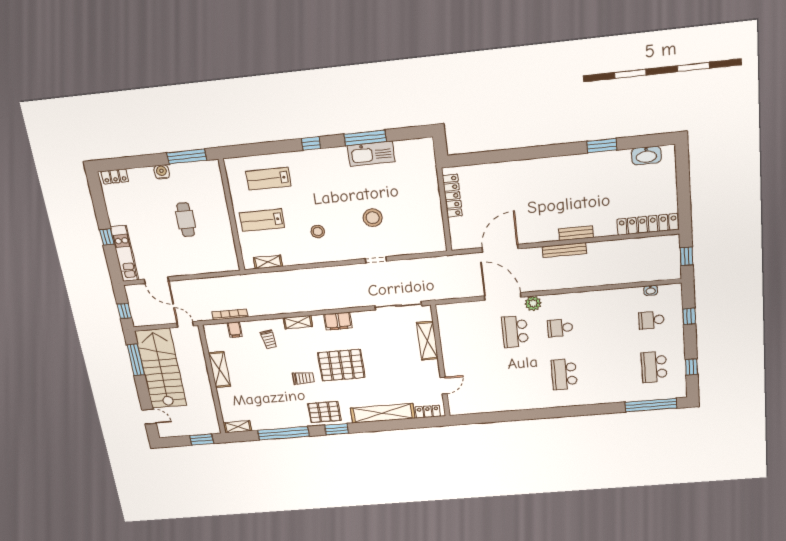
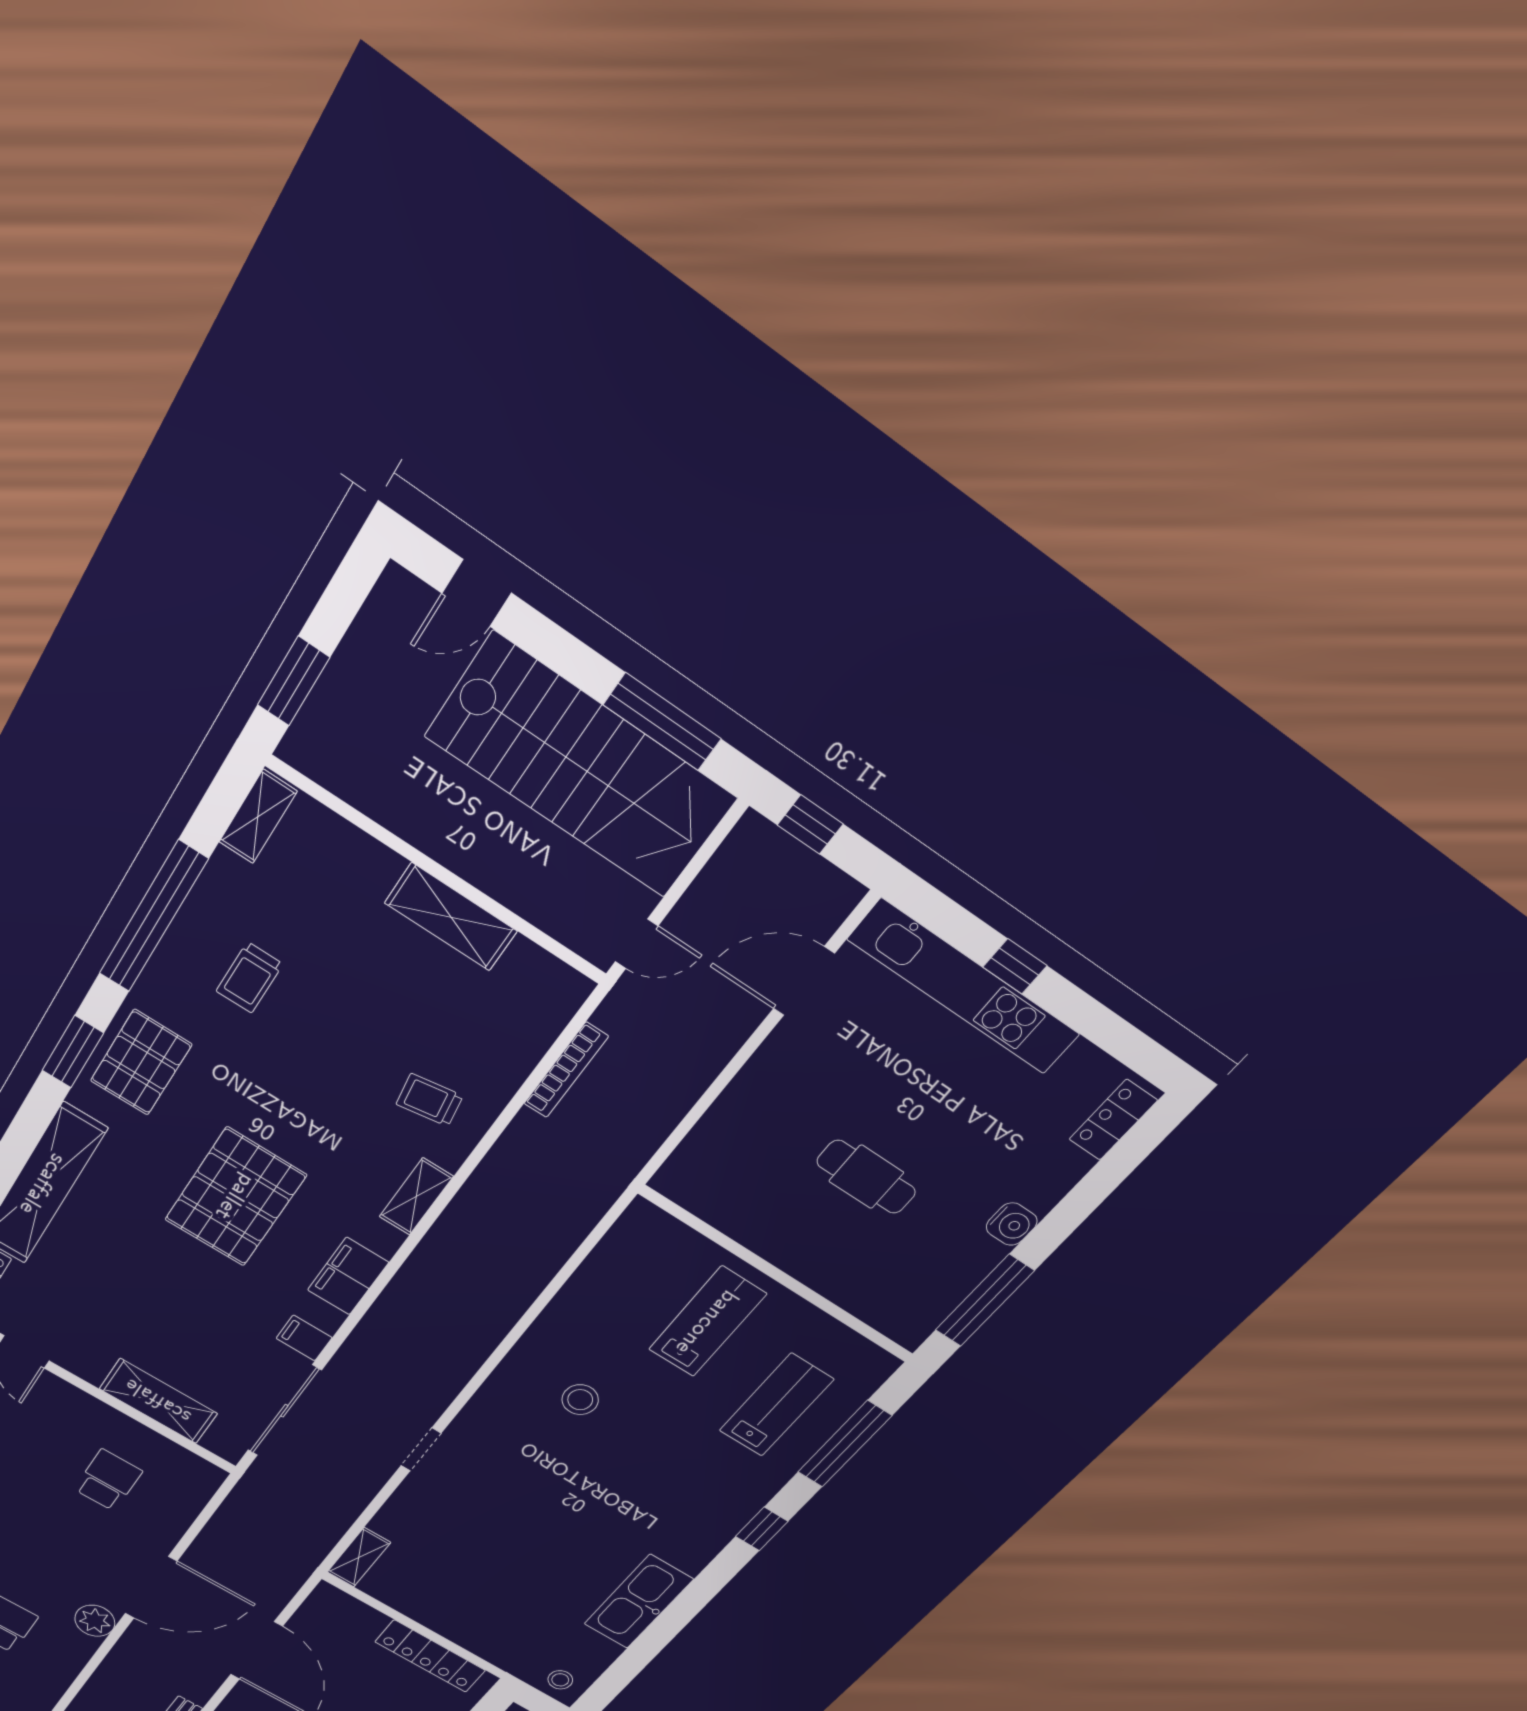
window: (365, 138) -> (845, 1444), moved
stool: (373, 218) -> (560, 1680), moved, width x0.53, depth x0.53
kitchen unit: (125, 253) -> (964, 987), width x1.36
shelving: (268, 262) -> (359, 1557), moved
filing cabinet: (235, 330) -> (304, 1338), moved
school desk: (515, 332) -> (108, 1480), moved, width x0.54
trolley: (303, 378) -> (250, 978), moved

